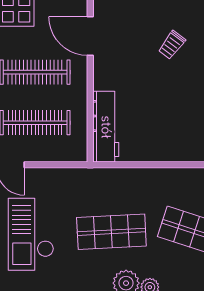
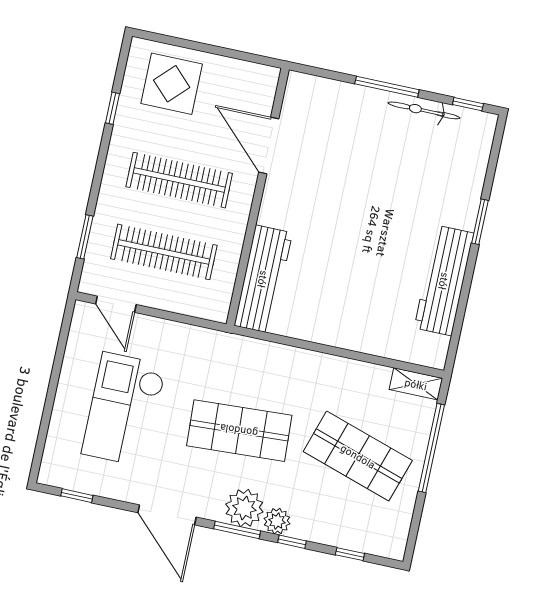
trolley: (172, 45) -> (382, 183), removed

